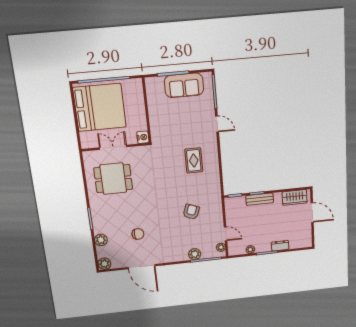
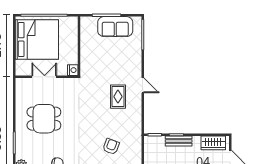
door: (217, 124) -> (143, 85), moved
dining table: (113, 179) -> (44, 119), moved

